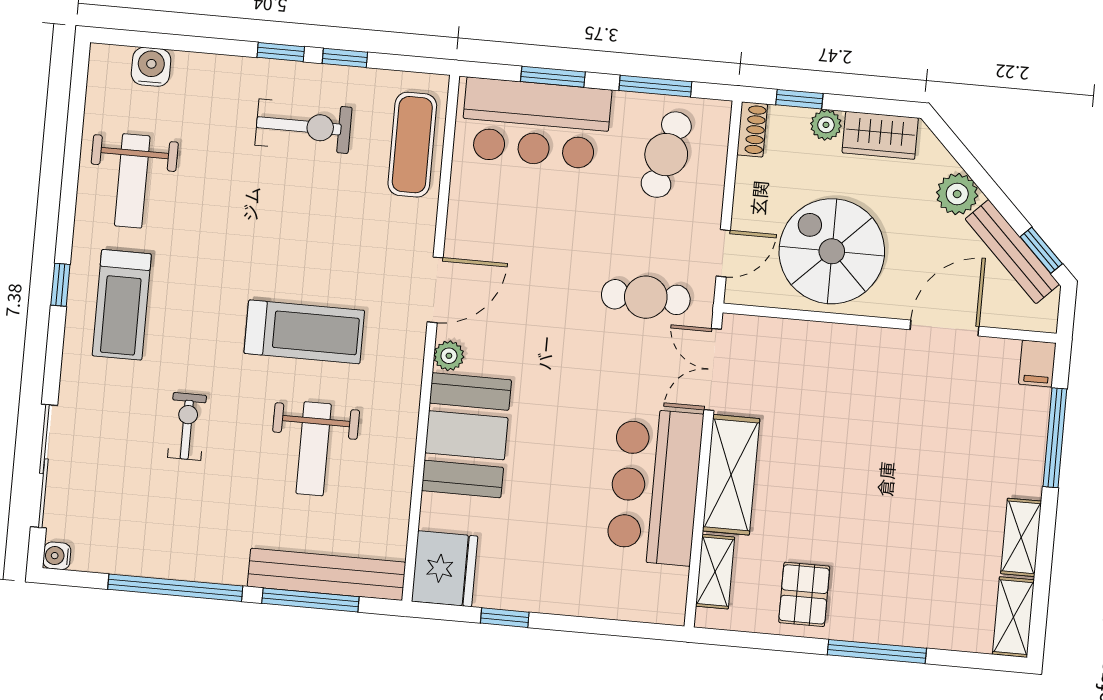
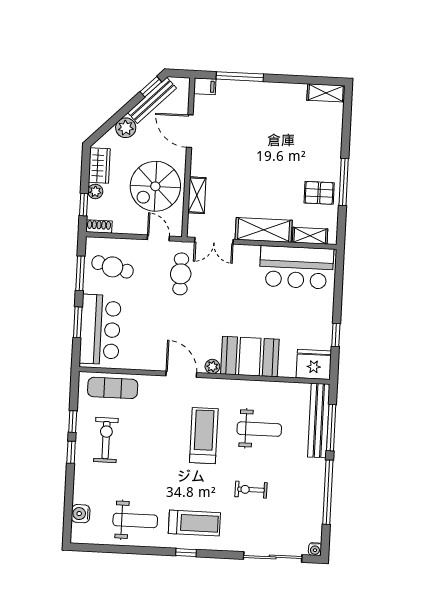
bar counter: (655, 486) -> (296, 267), moved
shelving: (1021, 537) -> (197, 195), moved, turned 90
window: (877, 651) -> (344, 182), moved

